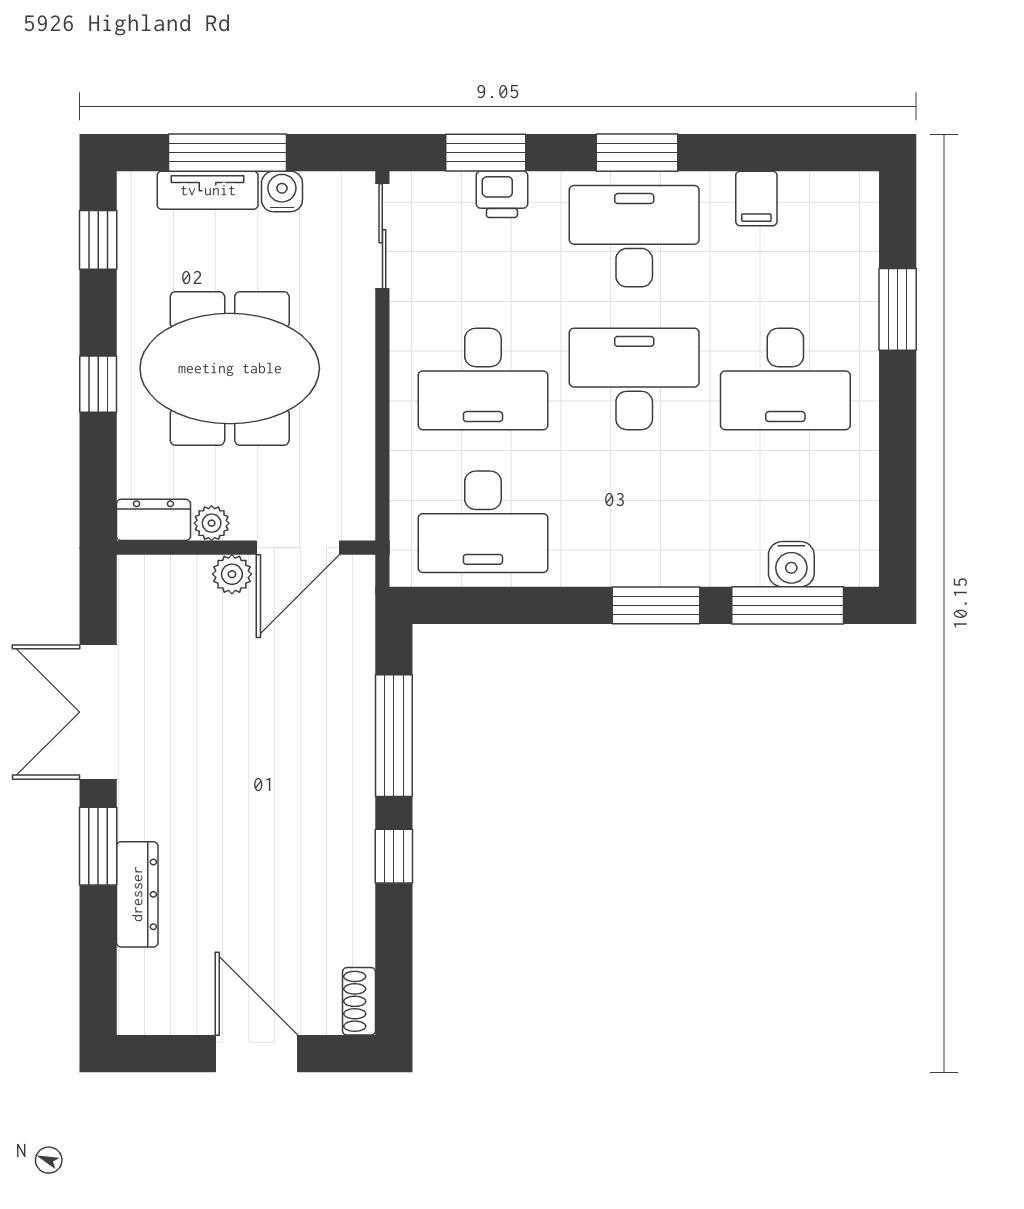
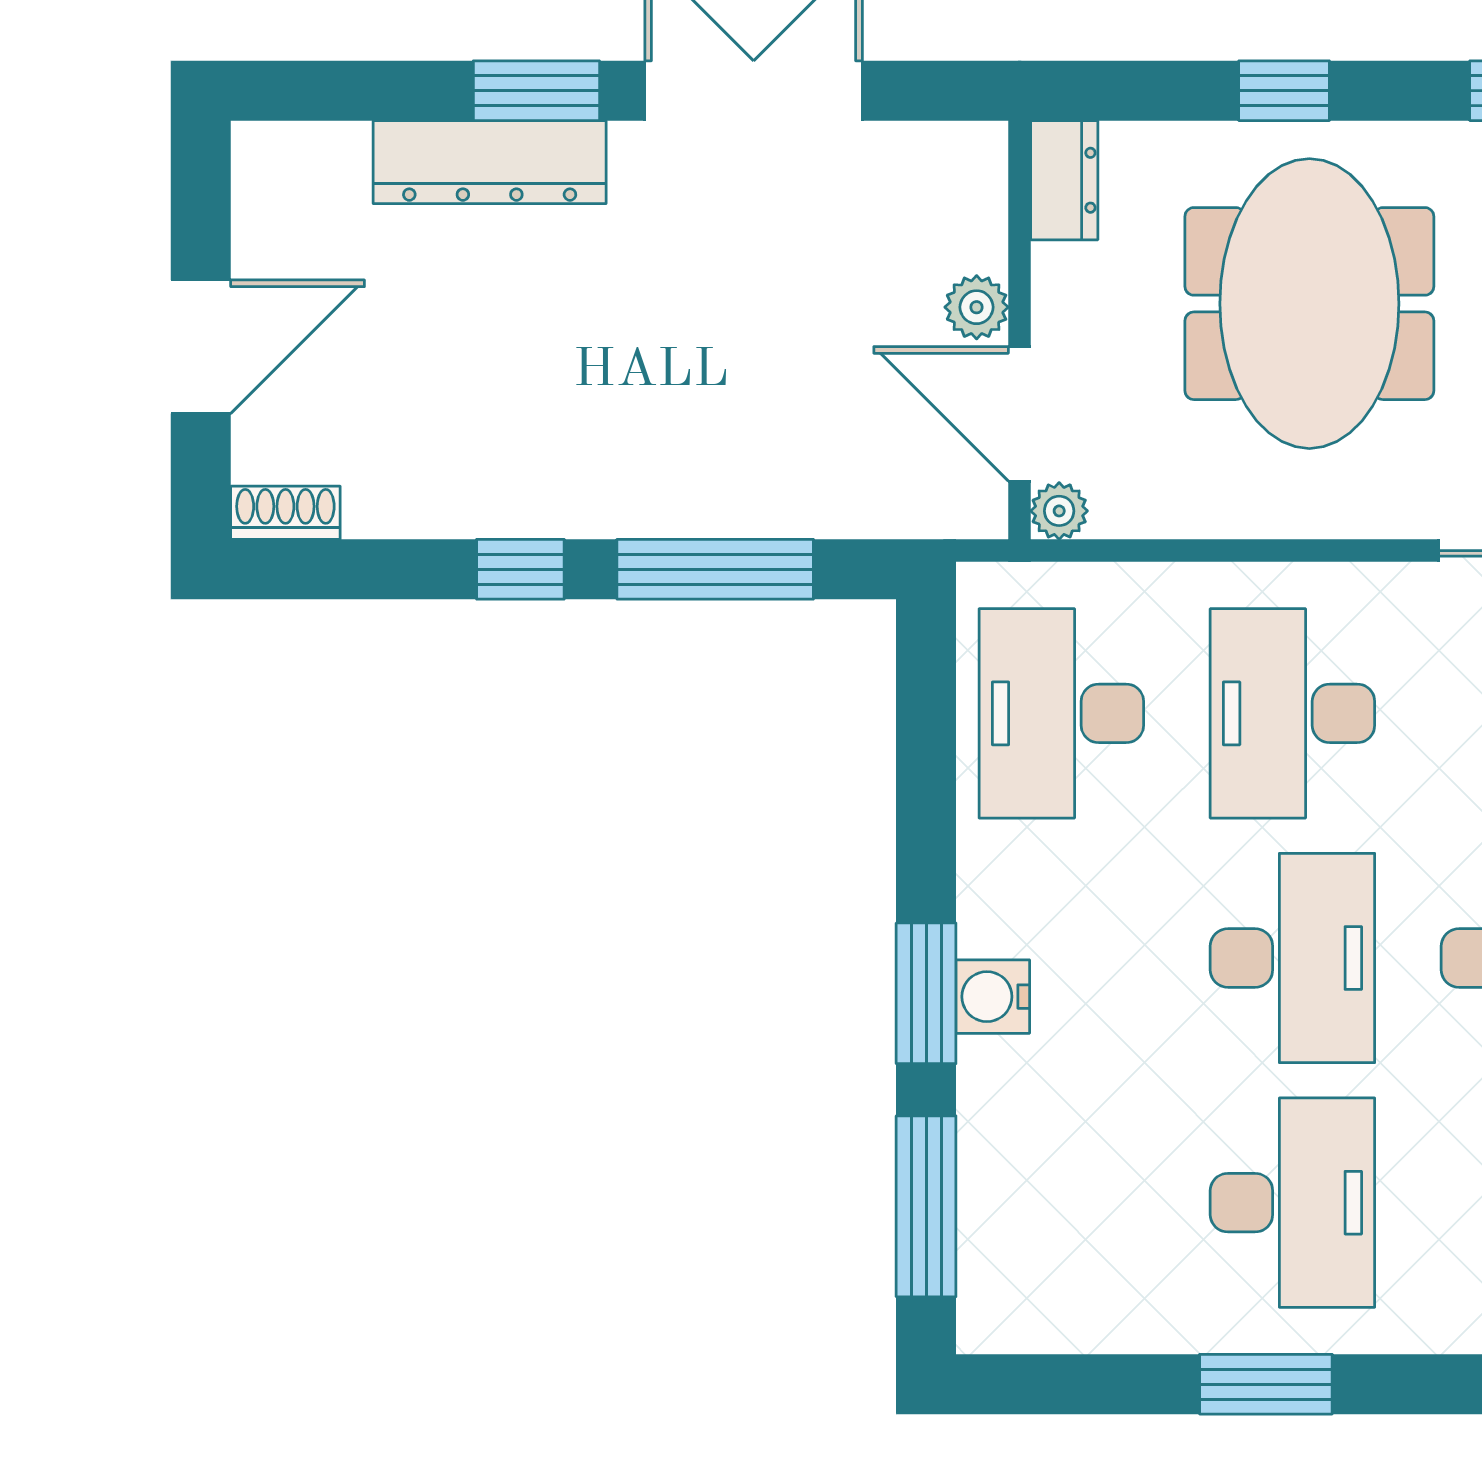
window: (898, 309) -> (1266, 1384), moved
desk: (785, 379) -> (1292, 1203), turned 180
plant: (212, 523) -> (1059, 511), moved
water cooler: (791, 564) -> (993, 997), moved
dresser: (137, 894) -> (490, 162), width x1.37, depth x1.24

